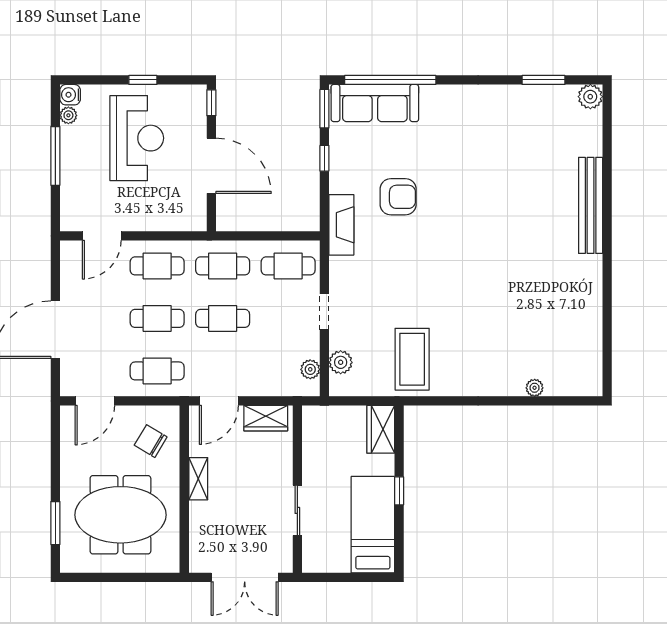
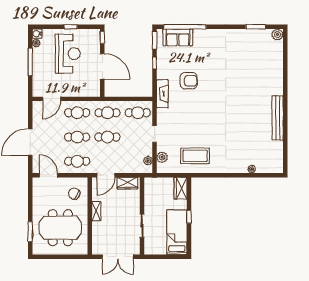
sofa: (375, 103) -> (178, 37), width x0.73
bench: (591, 205) -> (278, 118), moved
coffee table: (412, 359) -> (195, 156), turned 90
door: (95, 401) -> (48, 175), swing flipped

